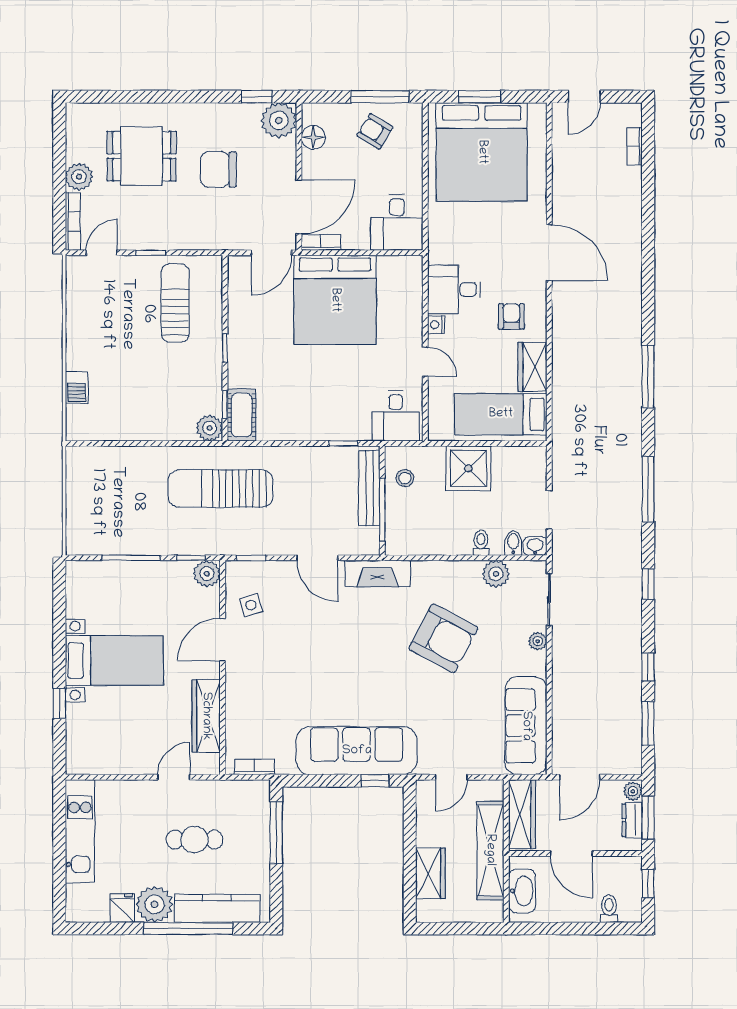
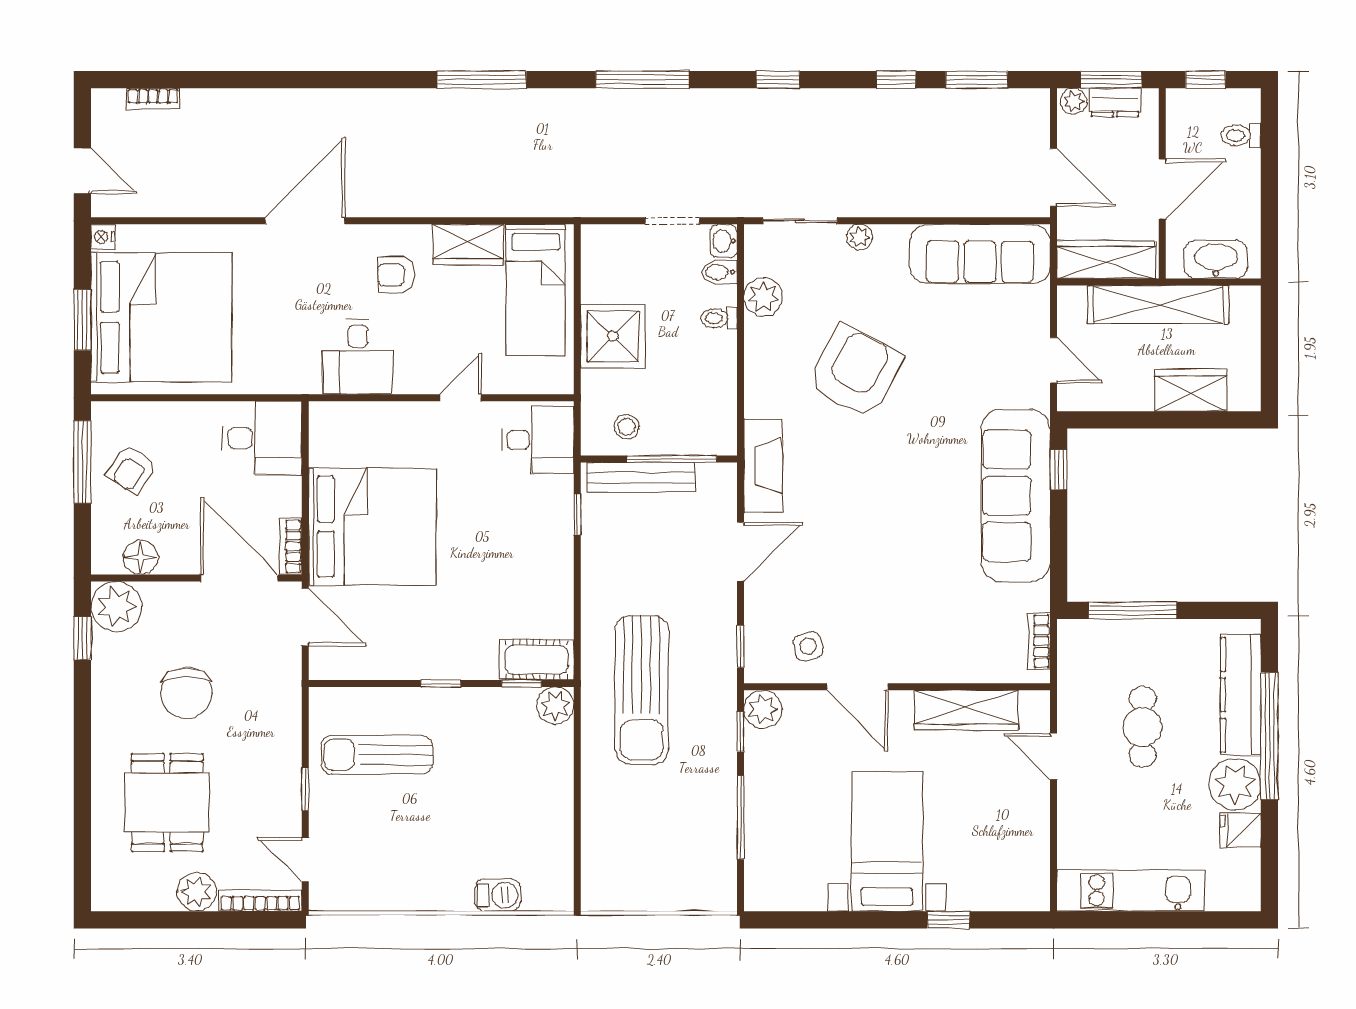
nightstand: (436, 325) -> (103, 237), moved, turned 90

